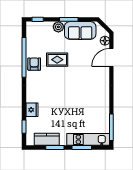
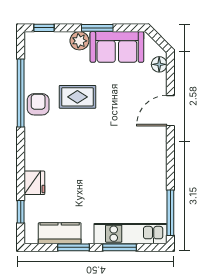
door: (111, 58) -> (170, 111), moved

